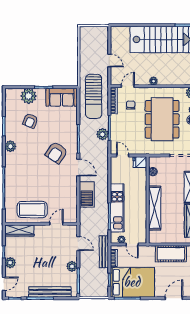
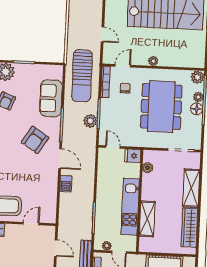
sofa: (62, 97) -> (51, 98), moved, turned 90
barbecue: (87, 194) -> (66, 184), width x0.53, depth x0.65
kitchen unit: (117, 208) -> (130, 207), moved, turned 180
shelving: (155, 208) -> (147, 219), width x0.68

